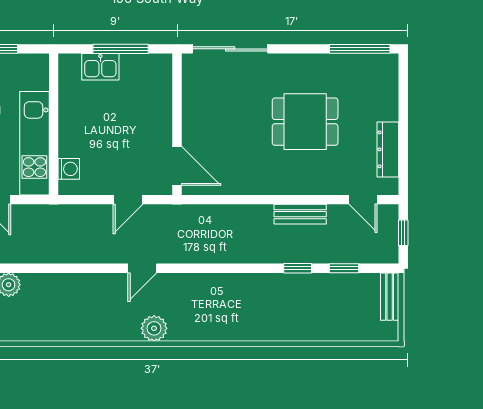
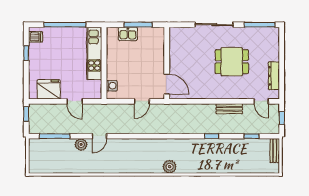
sliding door: (230, 49) -> (214, 25), moved
kitchen unit: (34, 143) -> (94, 53), moved
door: (142, 268) -> (99, 136), moved
window: (298, 268) -> (212, 136), moved
plant: (154, 328) -> (170, 167), moved

